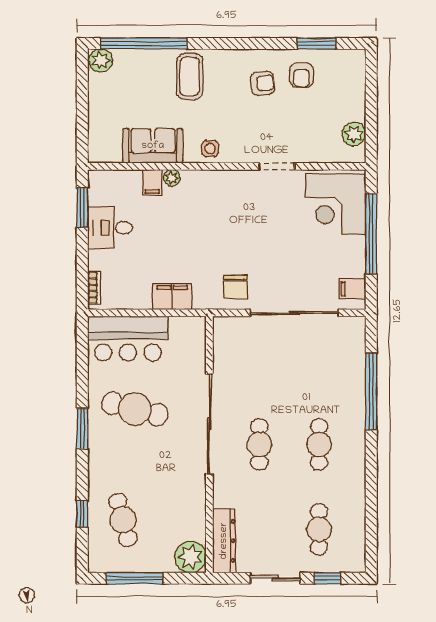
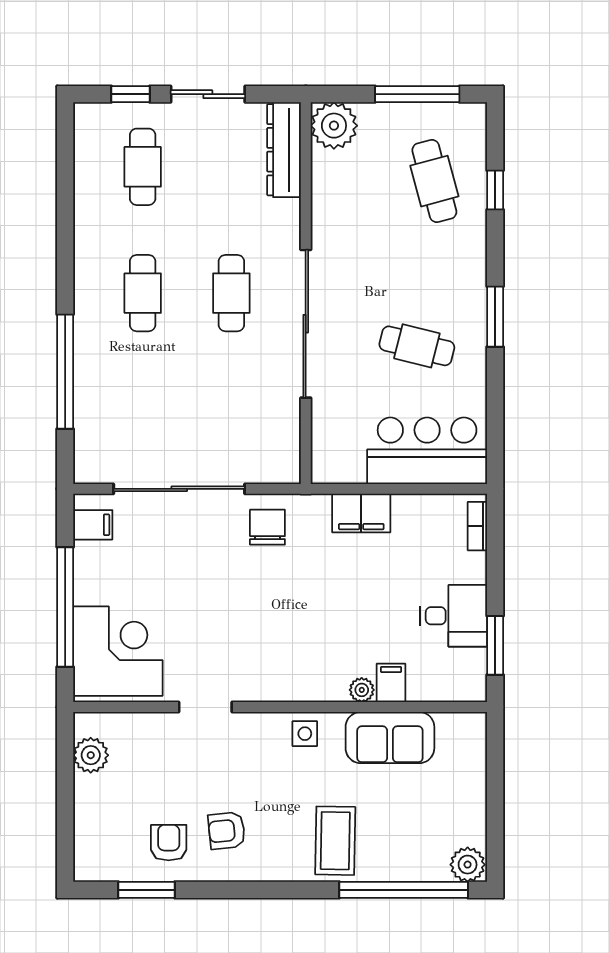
cafe table: (135, 409) -> (417, 346), width x0.73, depth x0.74

